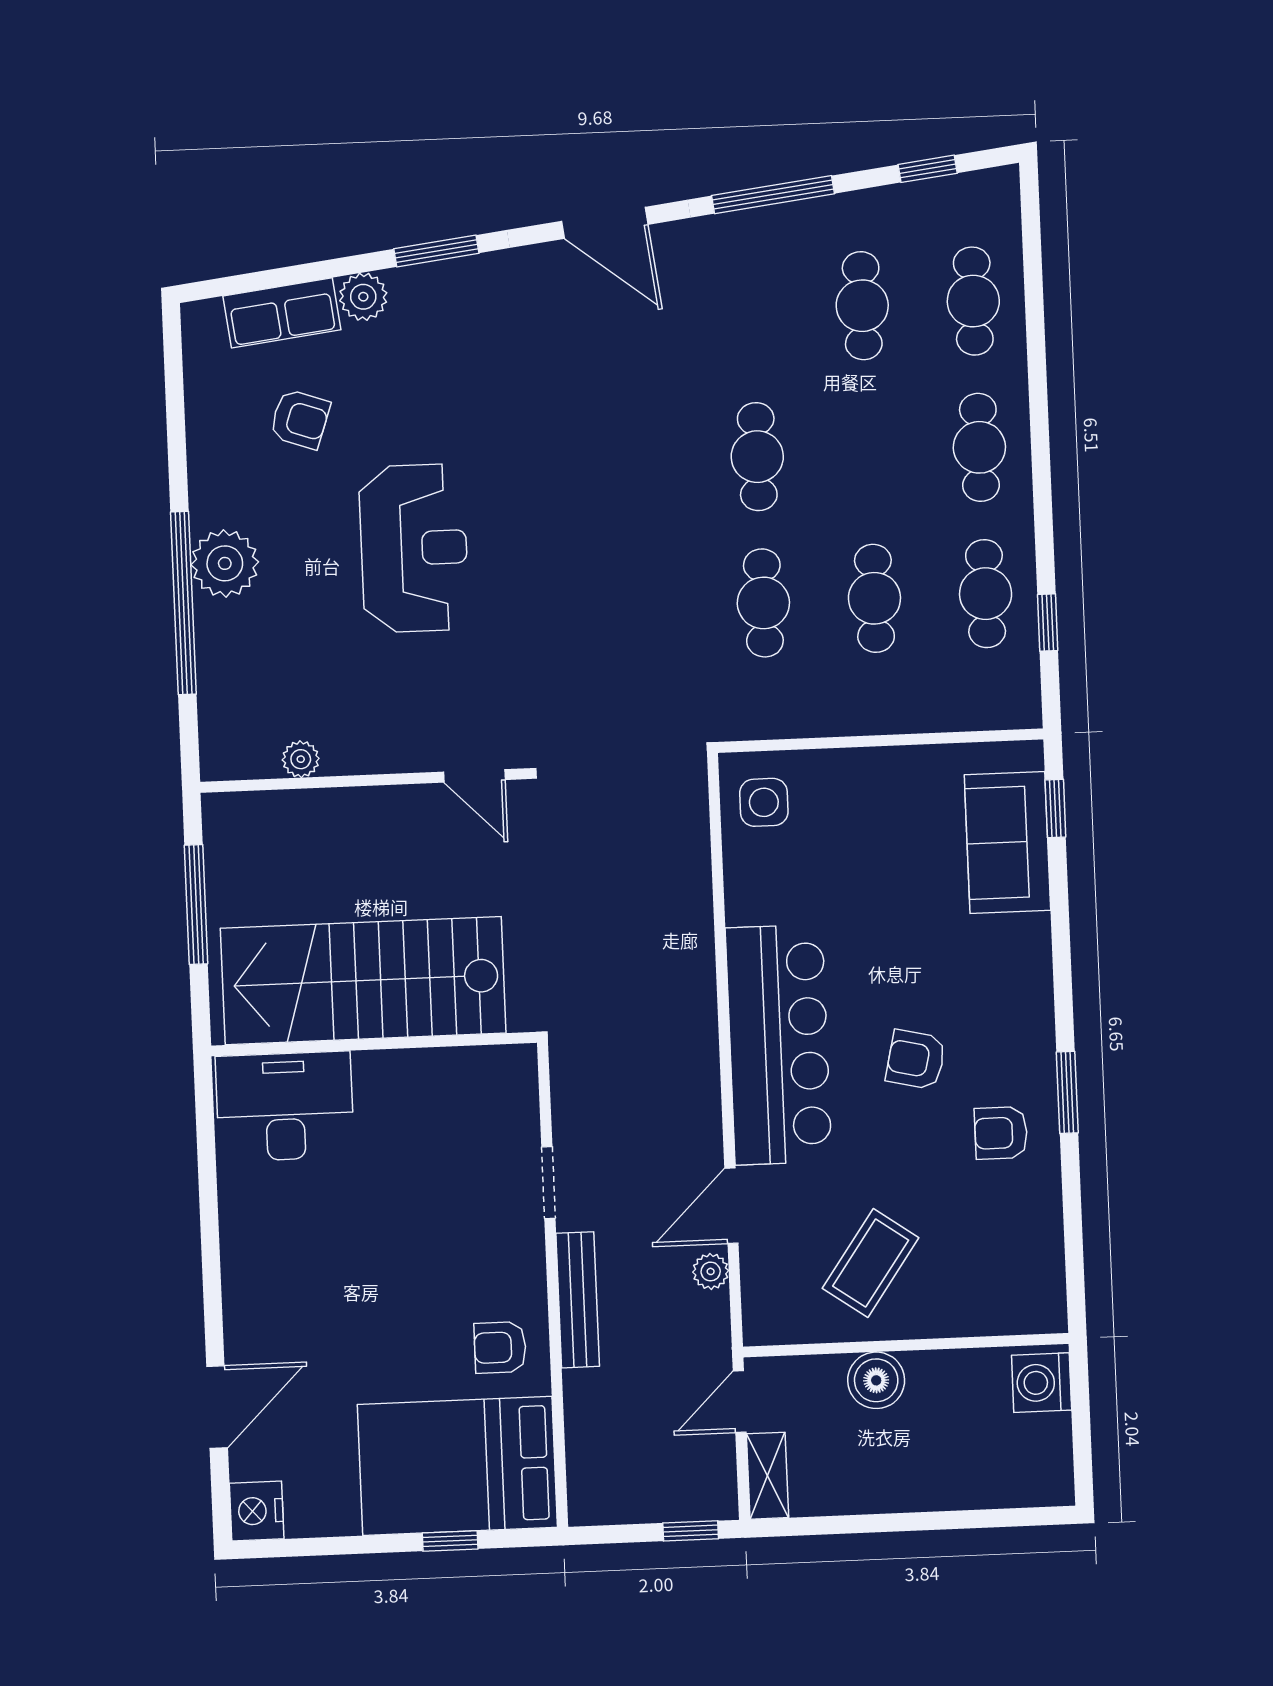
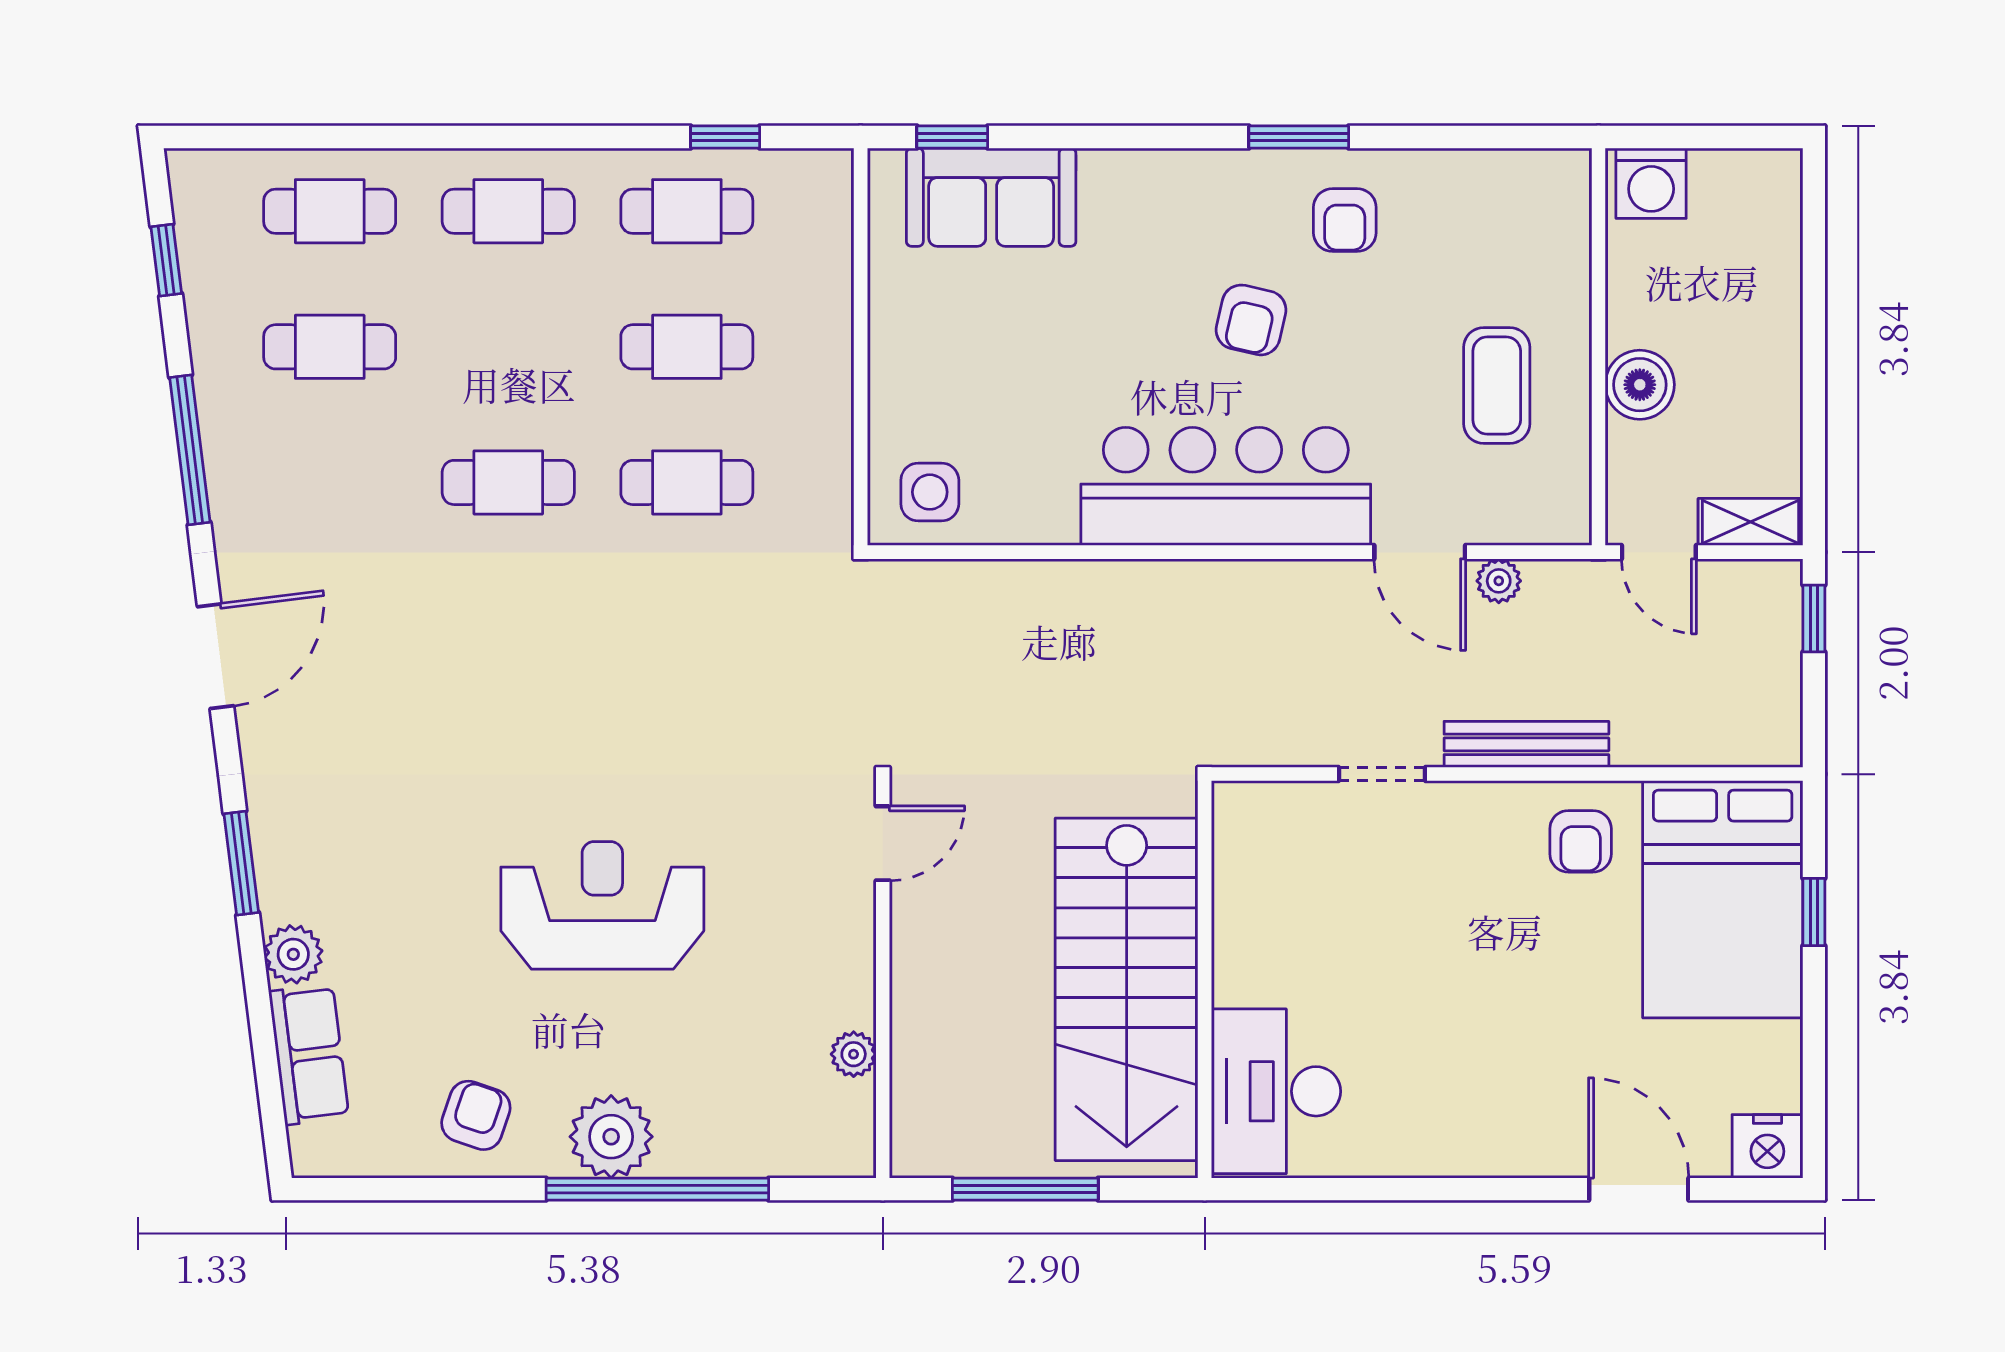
armchair: (300, 419) -> (476, 1115), moved
coffee table: (871, 1263) -> (1497, 386), turned 55

